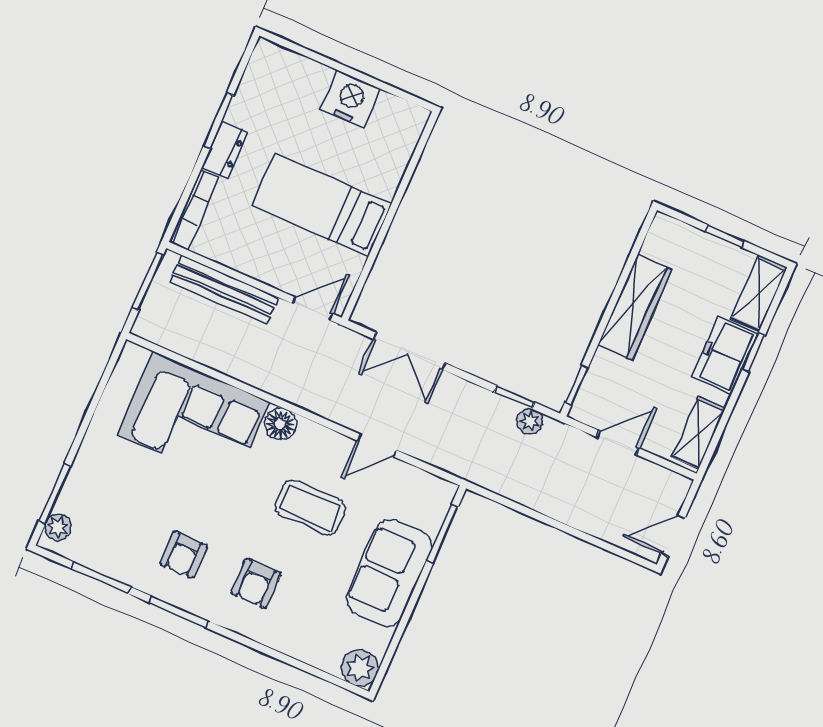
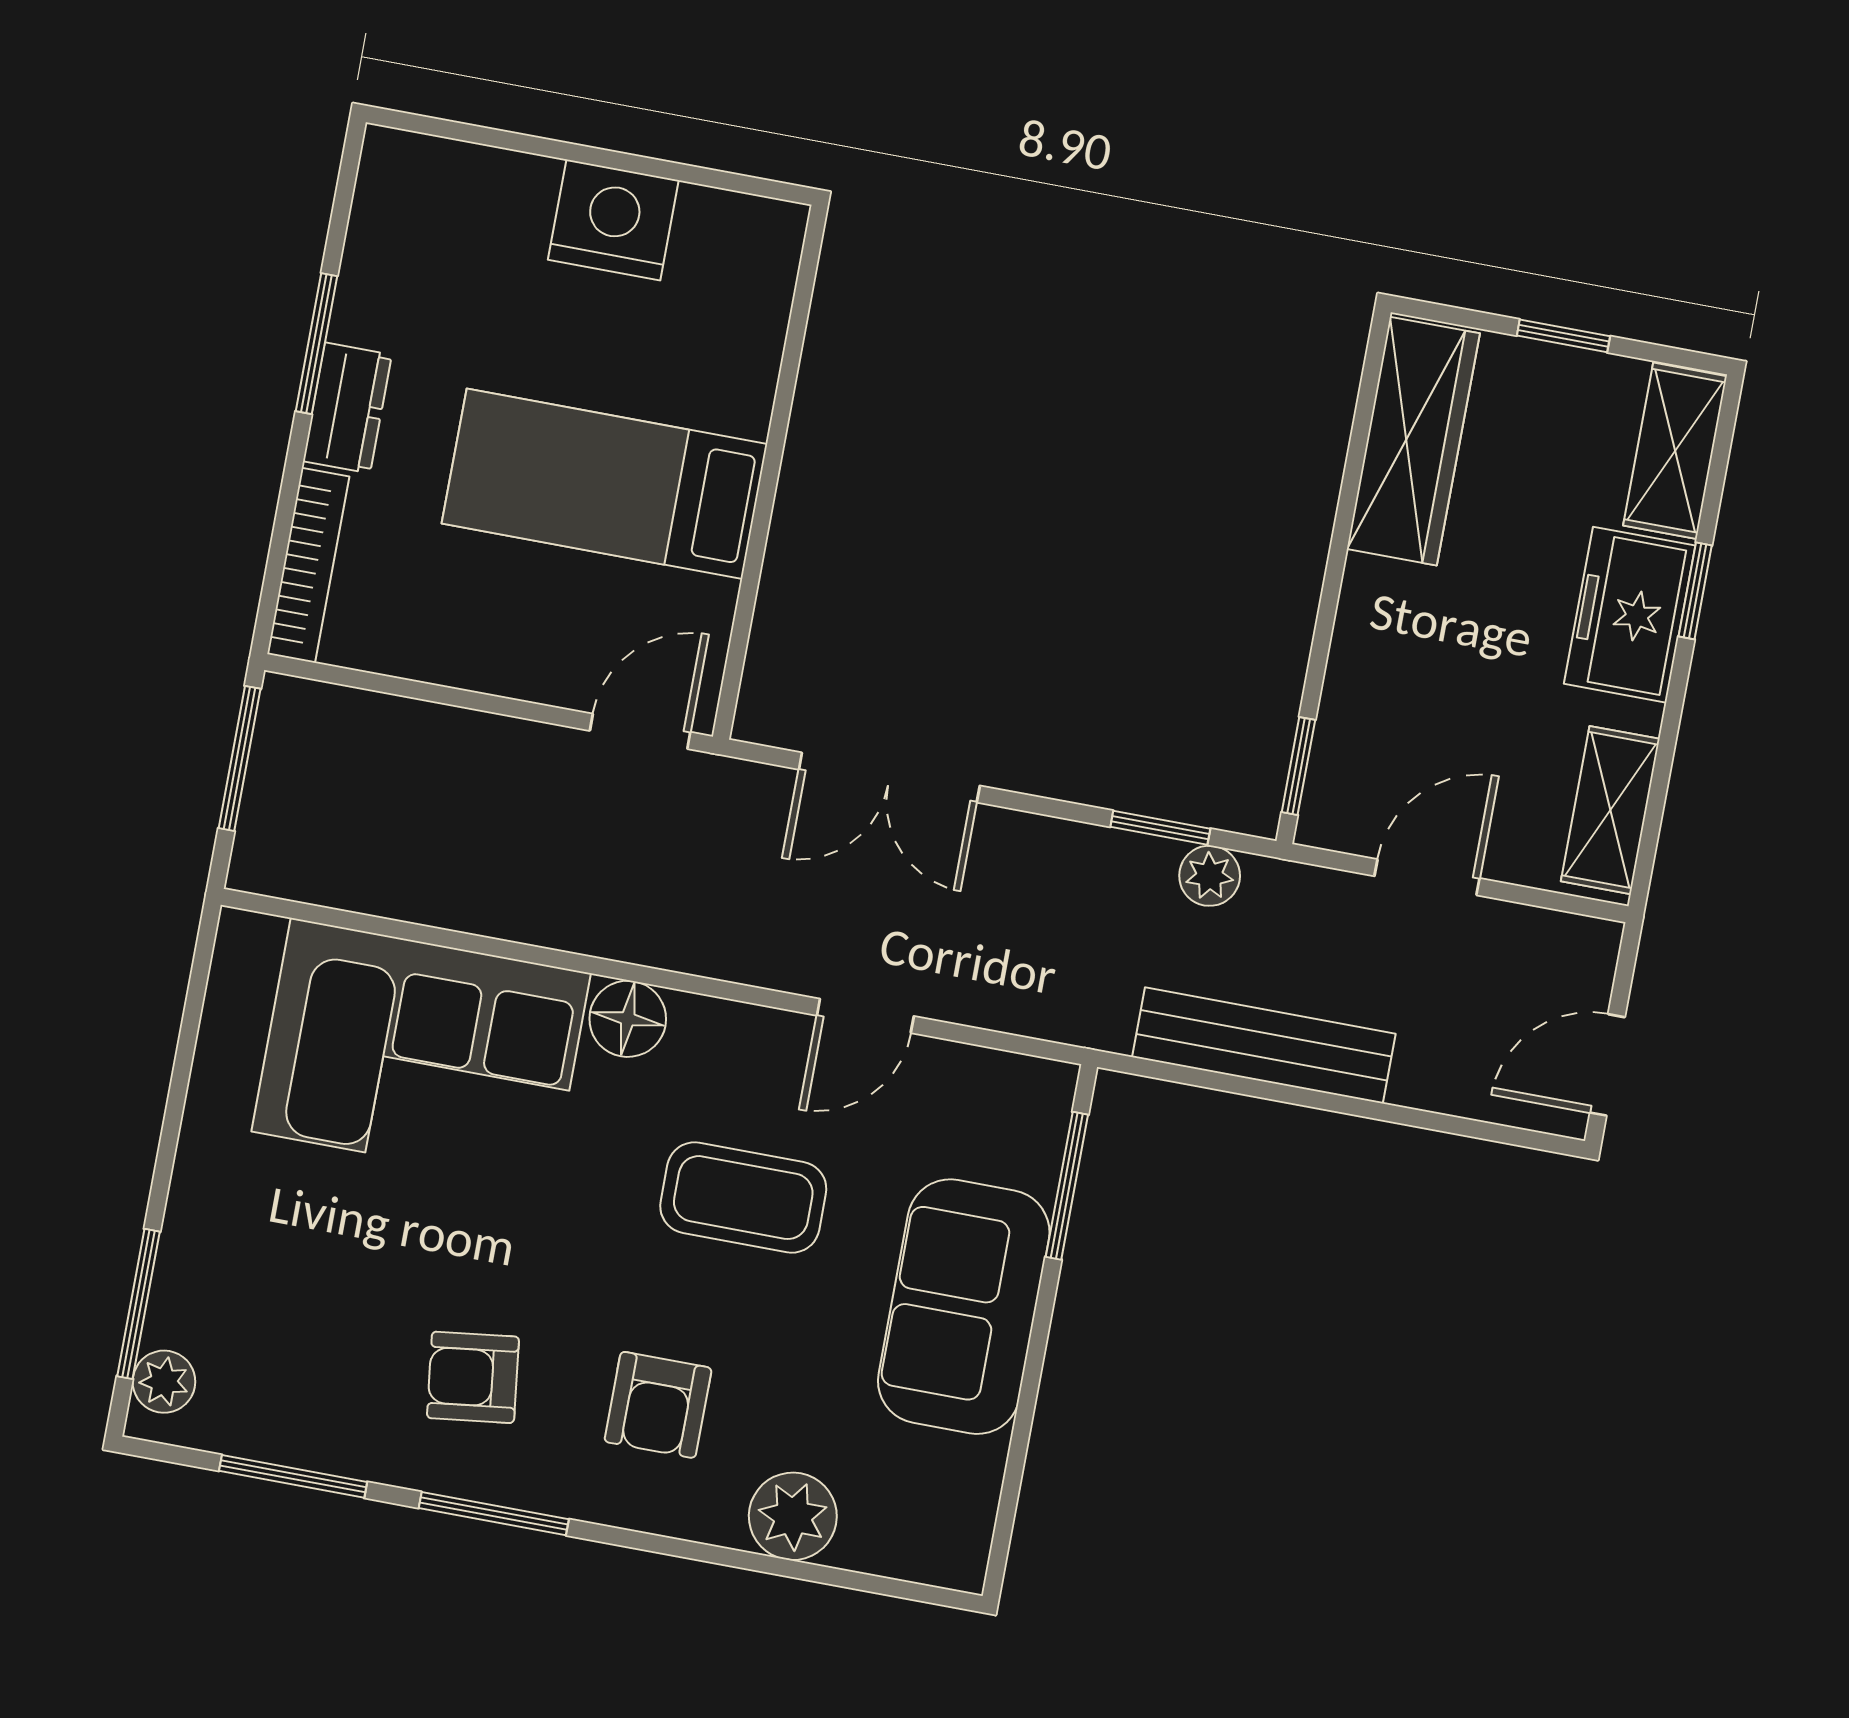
bench: (224, 290) -> (1264, 1045), moved
wardrobe: (635, 307) -> (1413, 441), moved
armchair: (183, 555) -> (473, 1377), turned 83
plant: (360, 668) -> (793, 1516), moved

